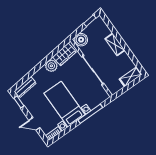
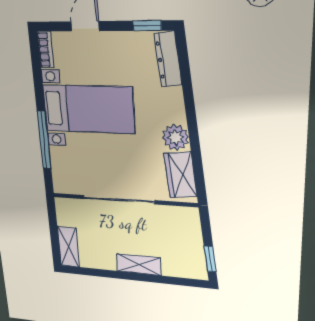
boiler: (81, 40) -> (187, 221), removed

